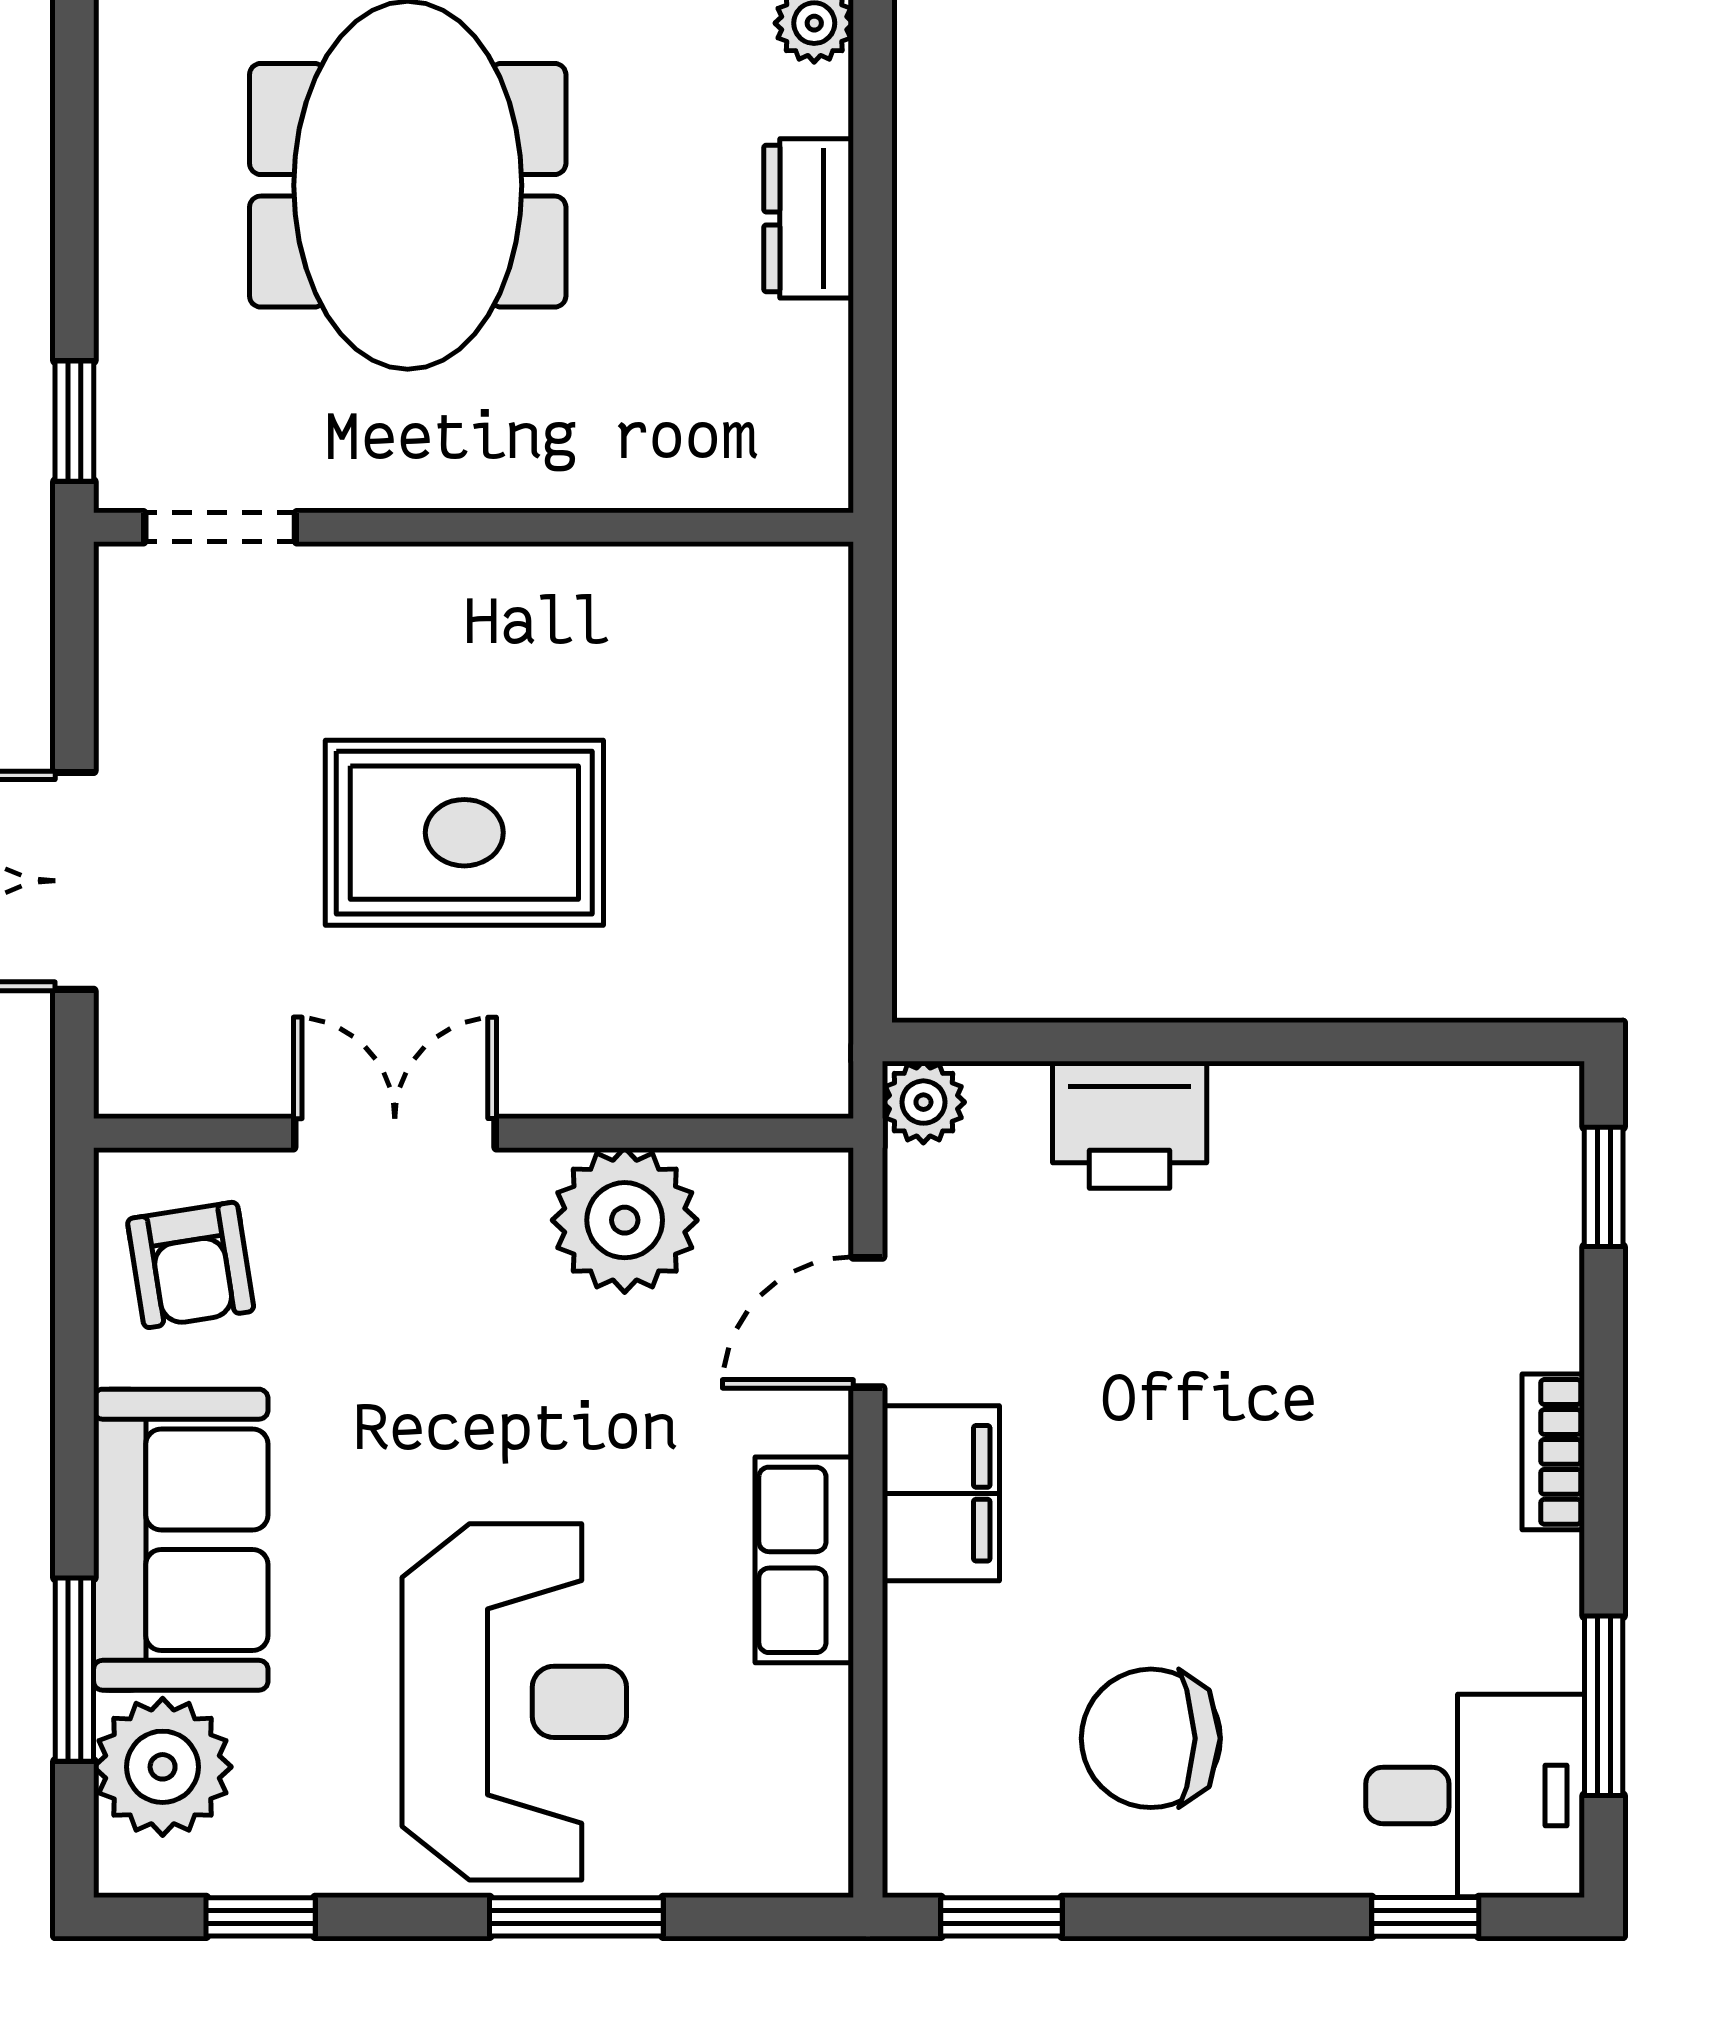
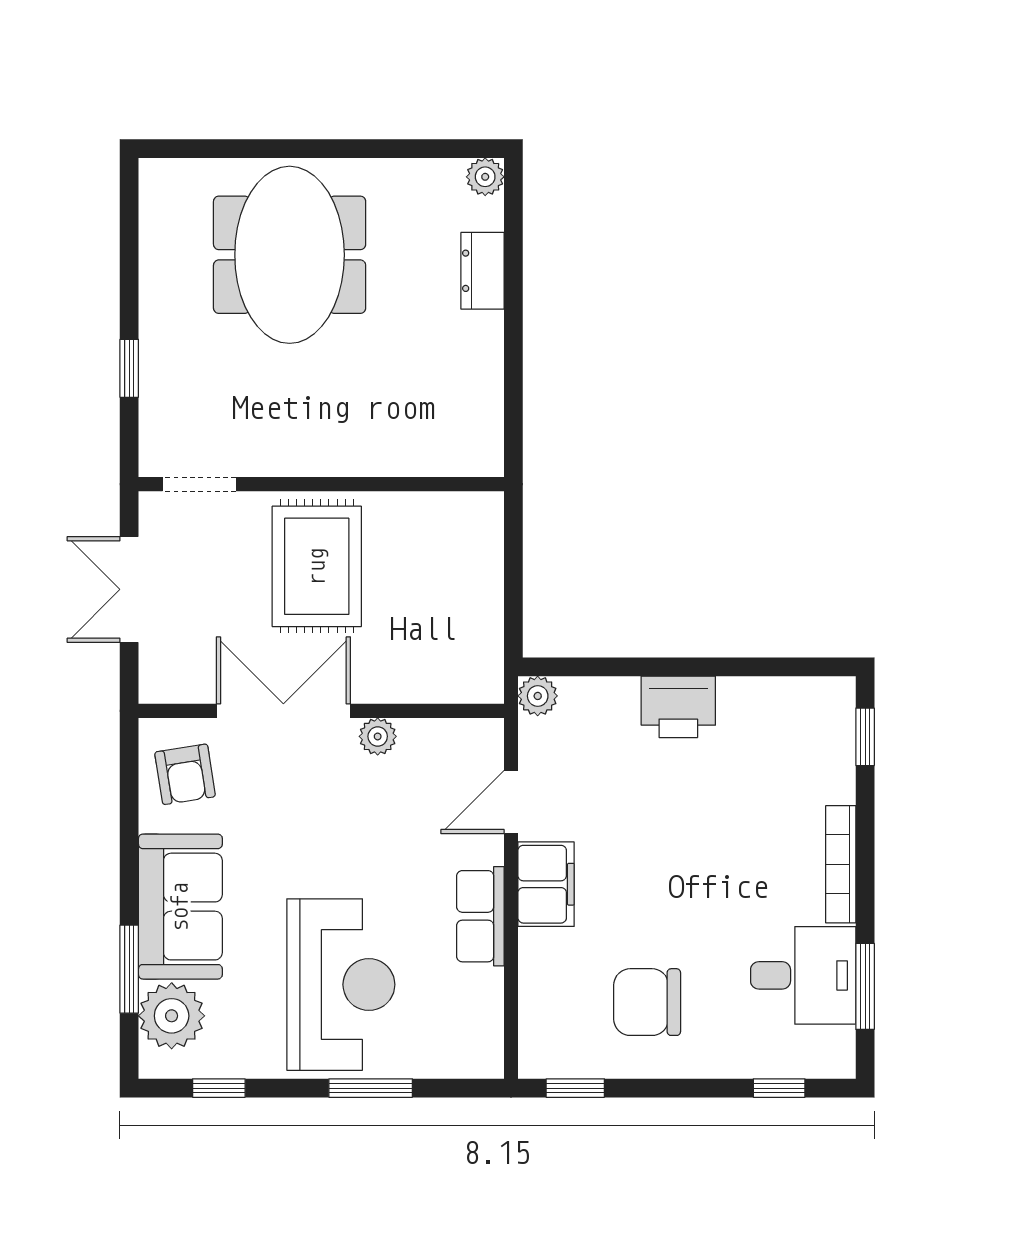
doorway: (220, 527) -> (199, 484), moved
wall: (474, 527) -> (321, 484), moved
rug: (464, 833) -> (317, 566), turned 90
printer: (1130, 1125) -> (678, 707), moved
double door: (395, 1133) -> (283, 711), width x1.37
plant: (625, 1220) -> (378, 736), width x0.53, depth x0.53
bookcase: (1553, 1452) -> (841, 864), width x1.56
desk: (1475, 1795) -> (803, 975), moved

